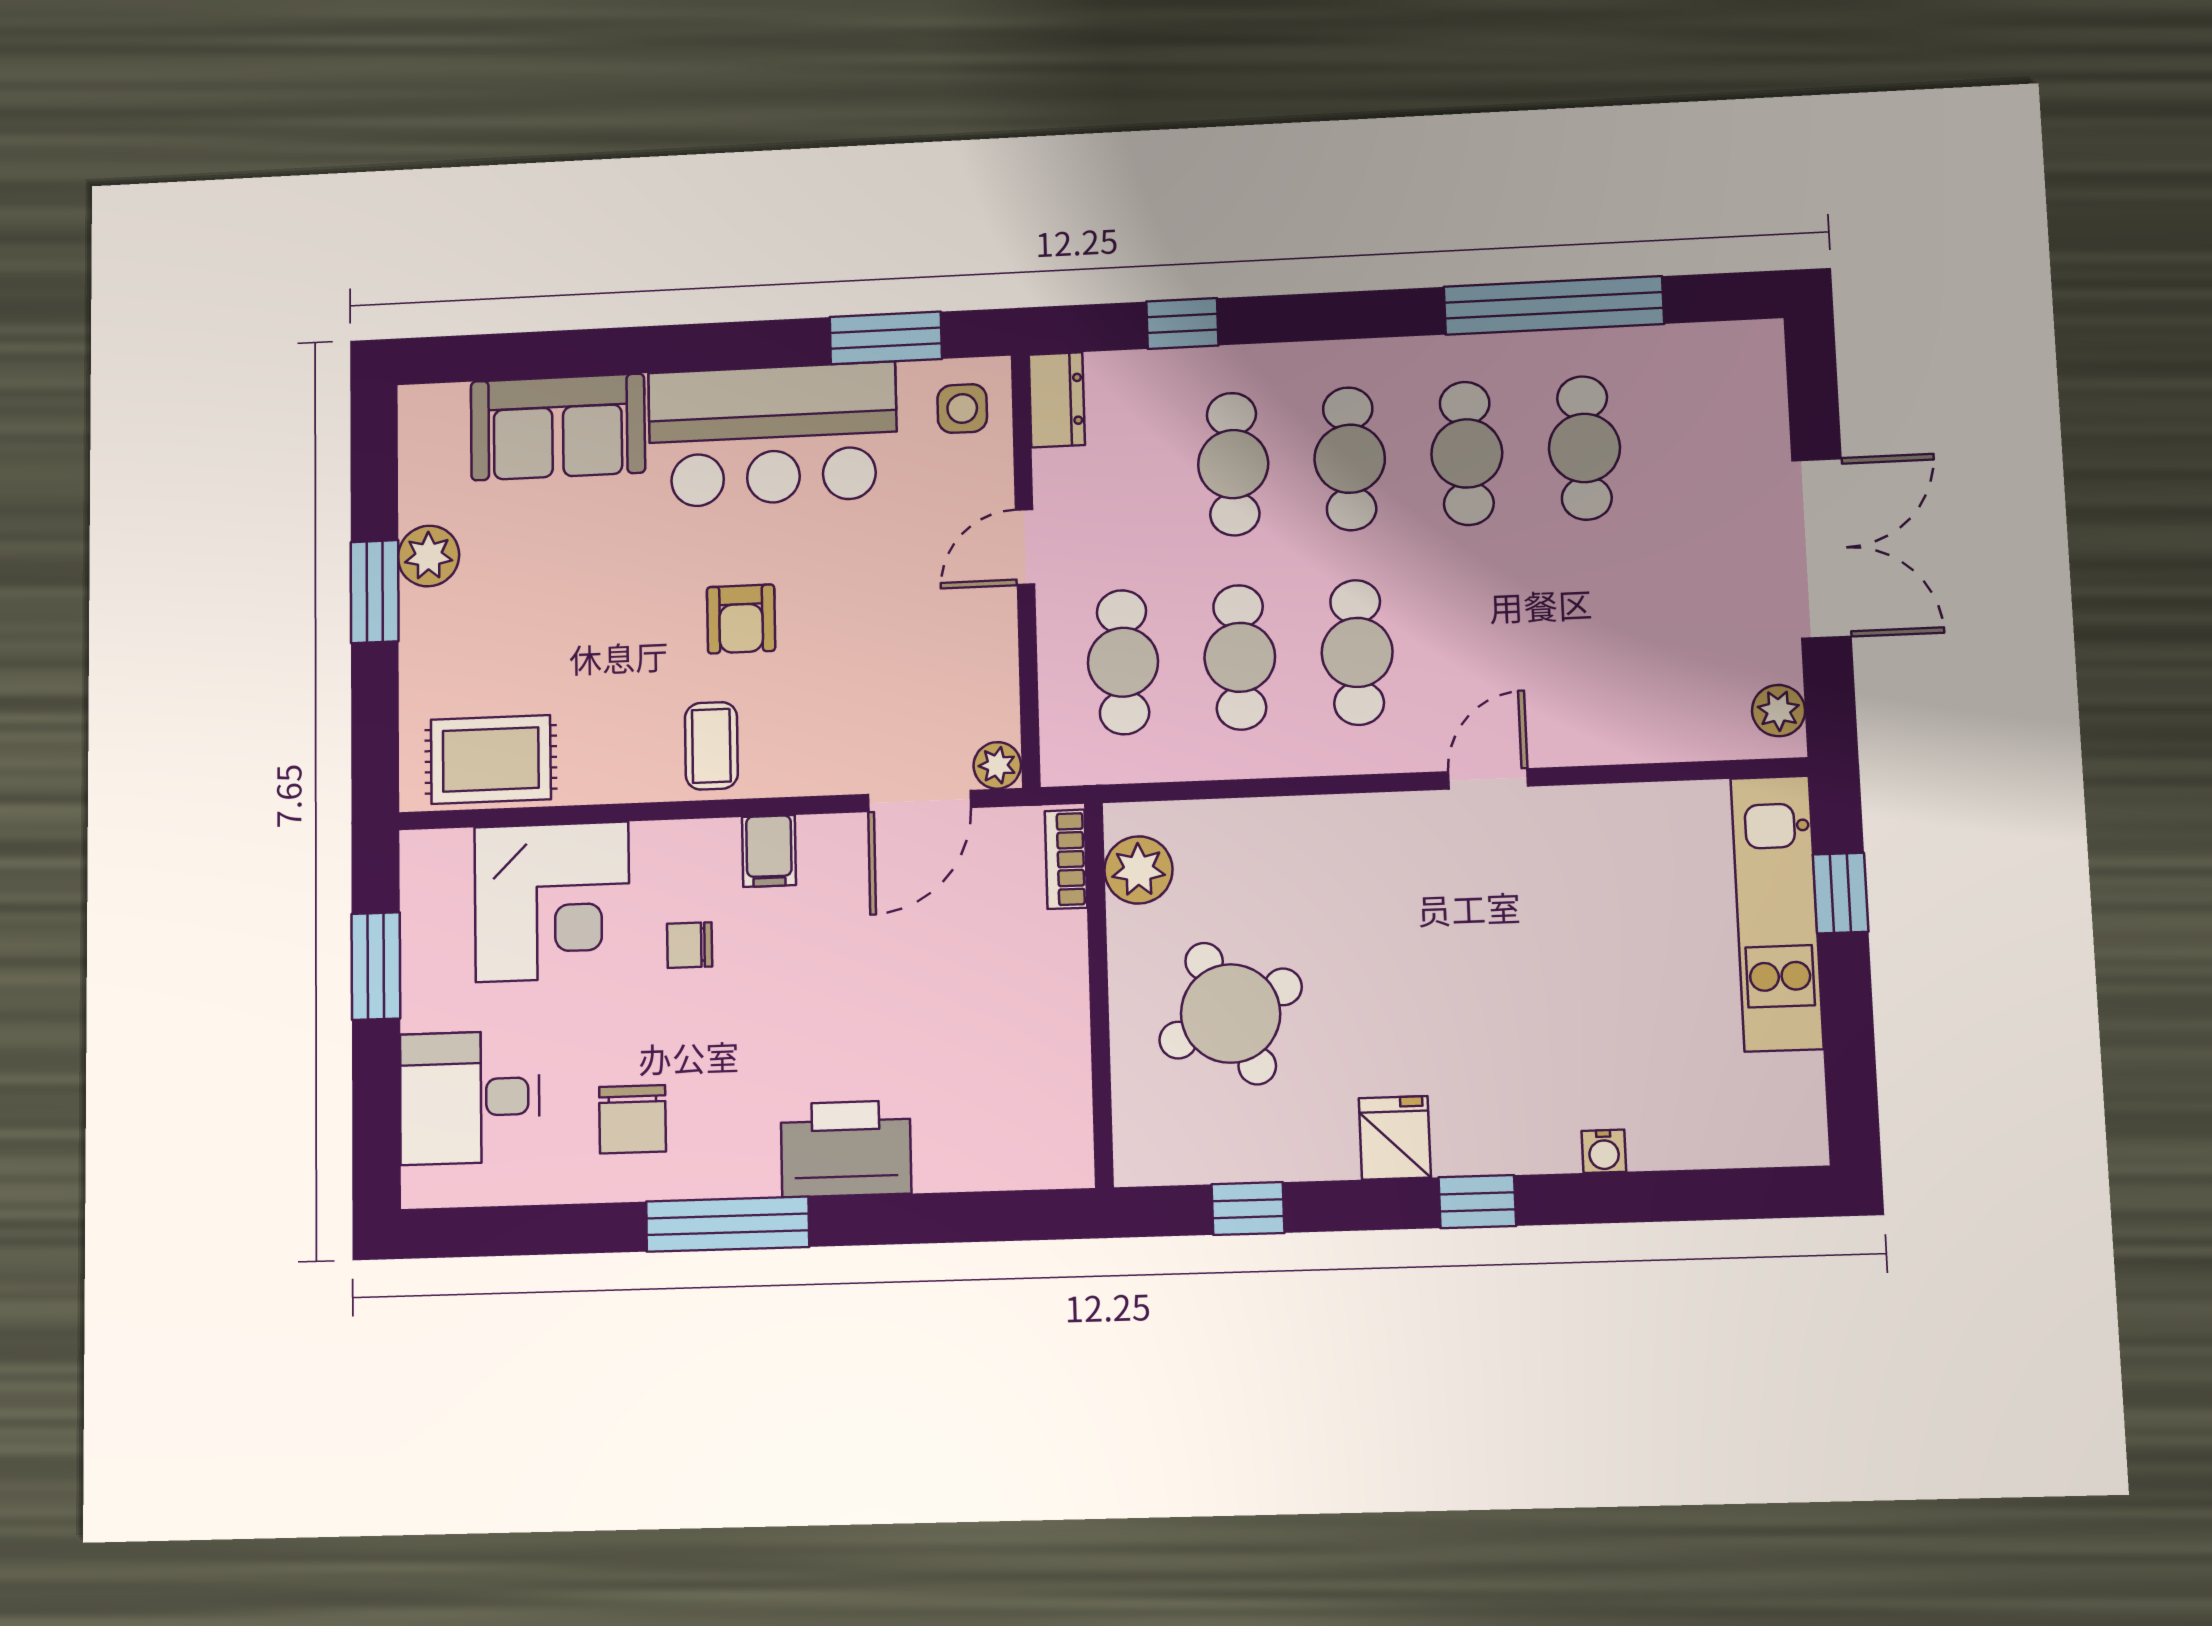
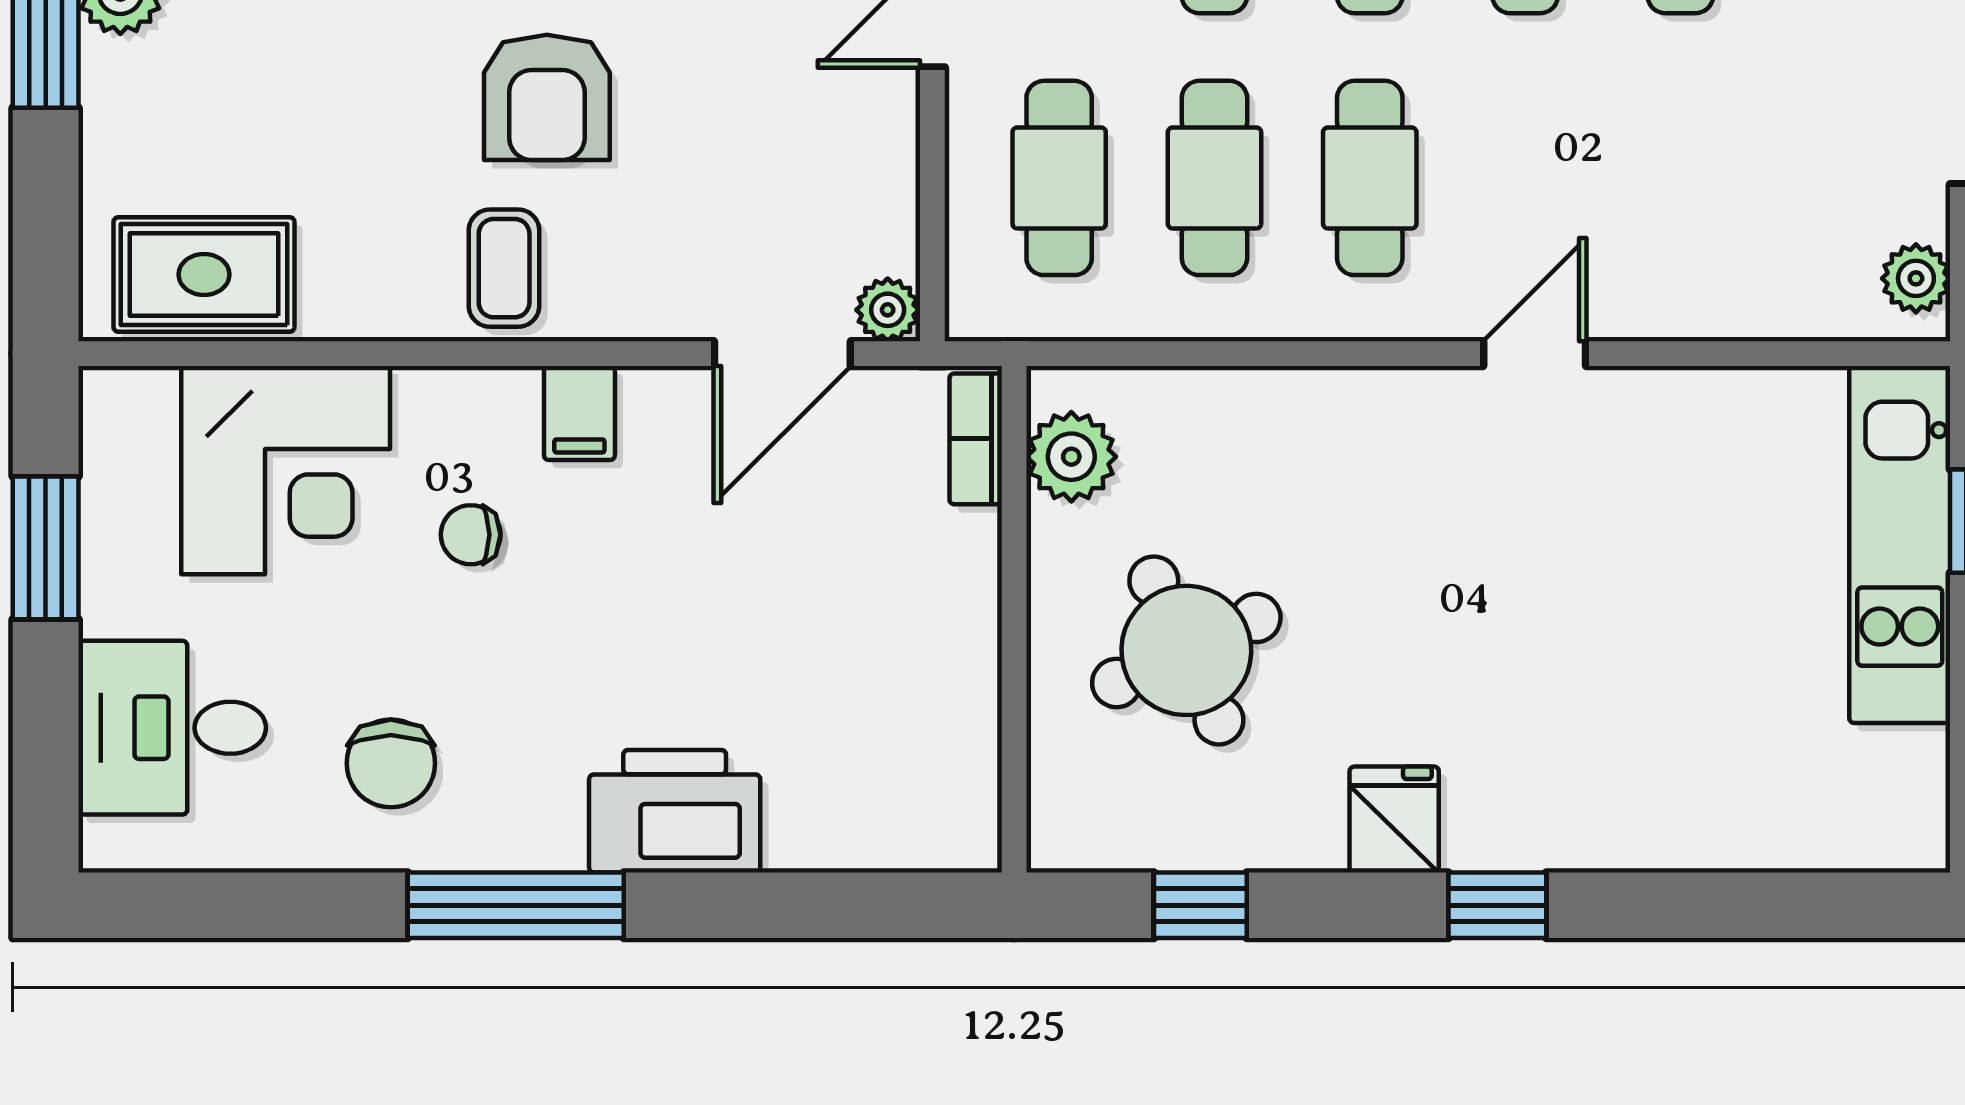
armchair: (741, 619) -> (547, 97), width x1.38, depth x1.38
water cooler: (1604, 1151) -> (1663, 845), removed

